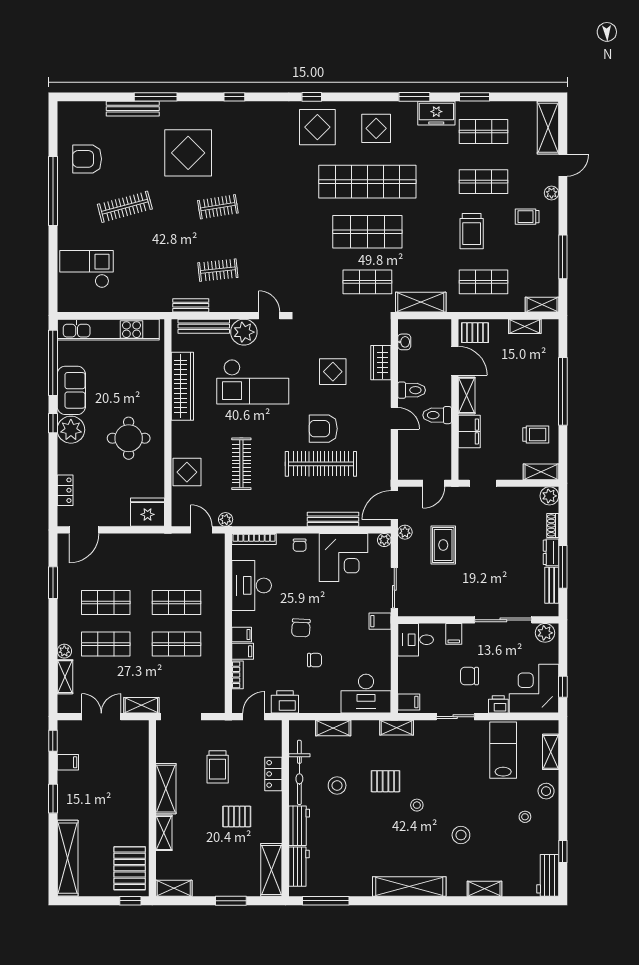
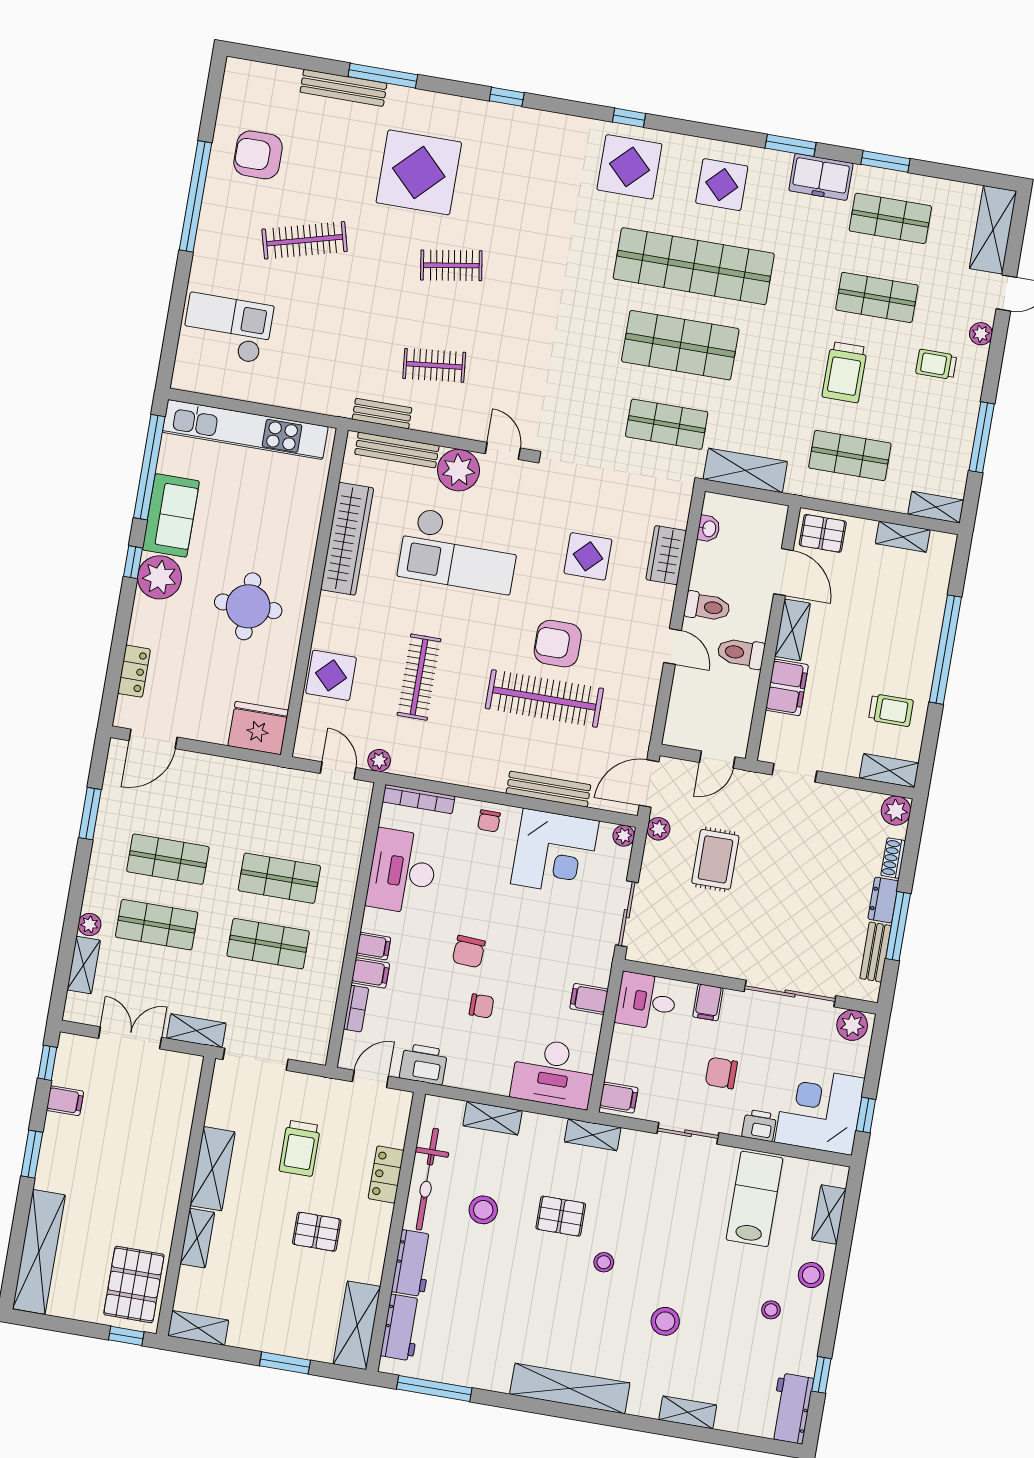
filing cabinet: (380, 621) -> (589, 999), moved

